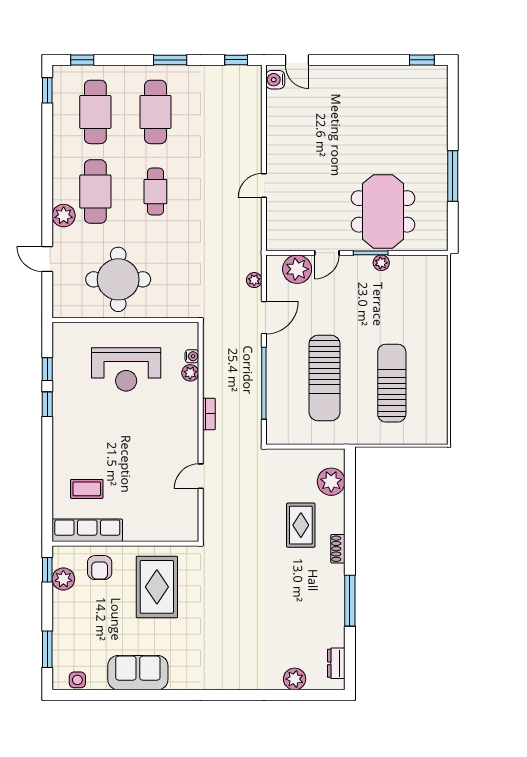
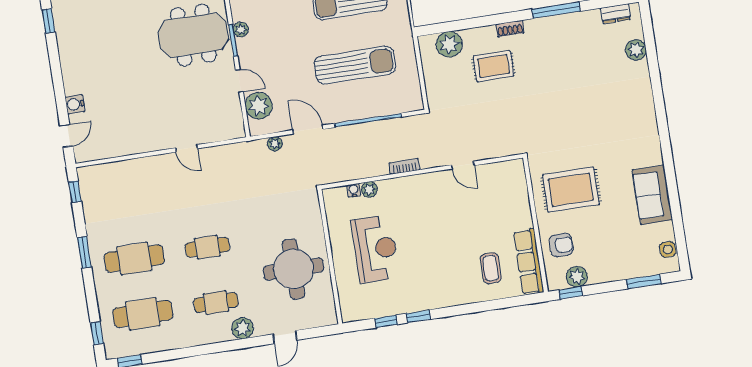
water cooler: (275, 80) -> (75, 104), moved, turned 90
cafe table: (95, 192) -> (216, 302), width x0.73, depth x0.74

